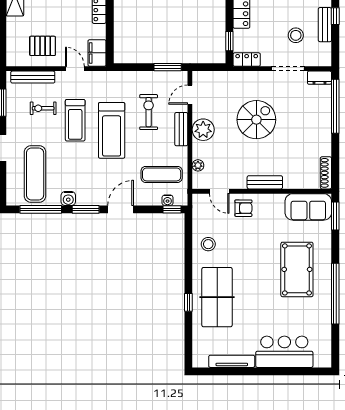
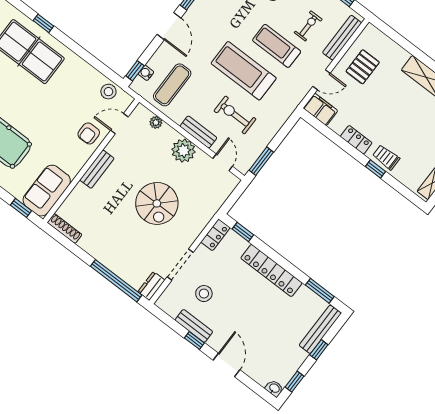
exercise bike: (149, 112) -> (235, 115), turned 180
window: (335, 216) -> (21, 208), width x0.67
stool: (208, 244) -> (108, 92), moved

